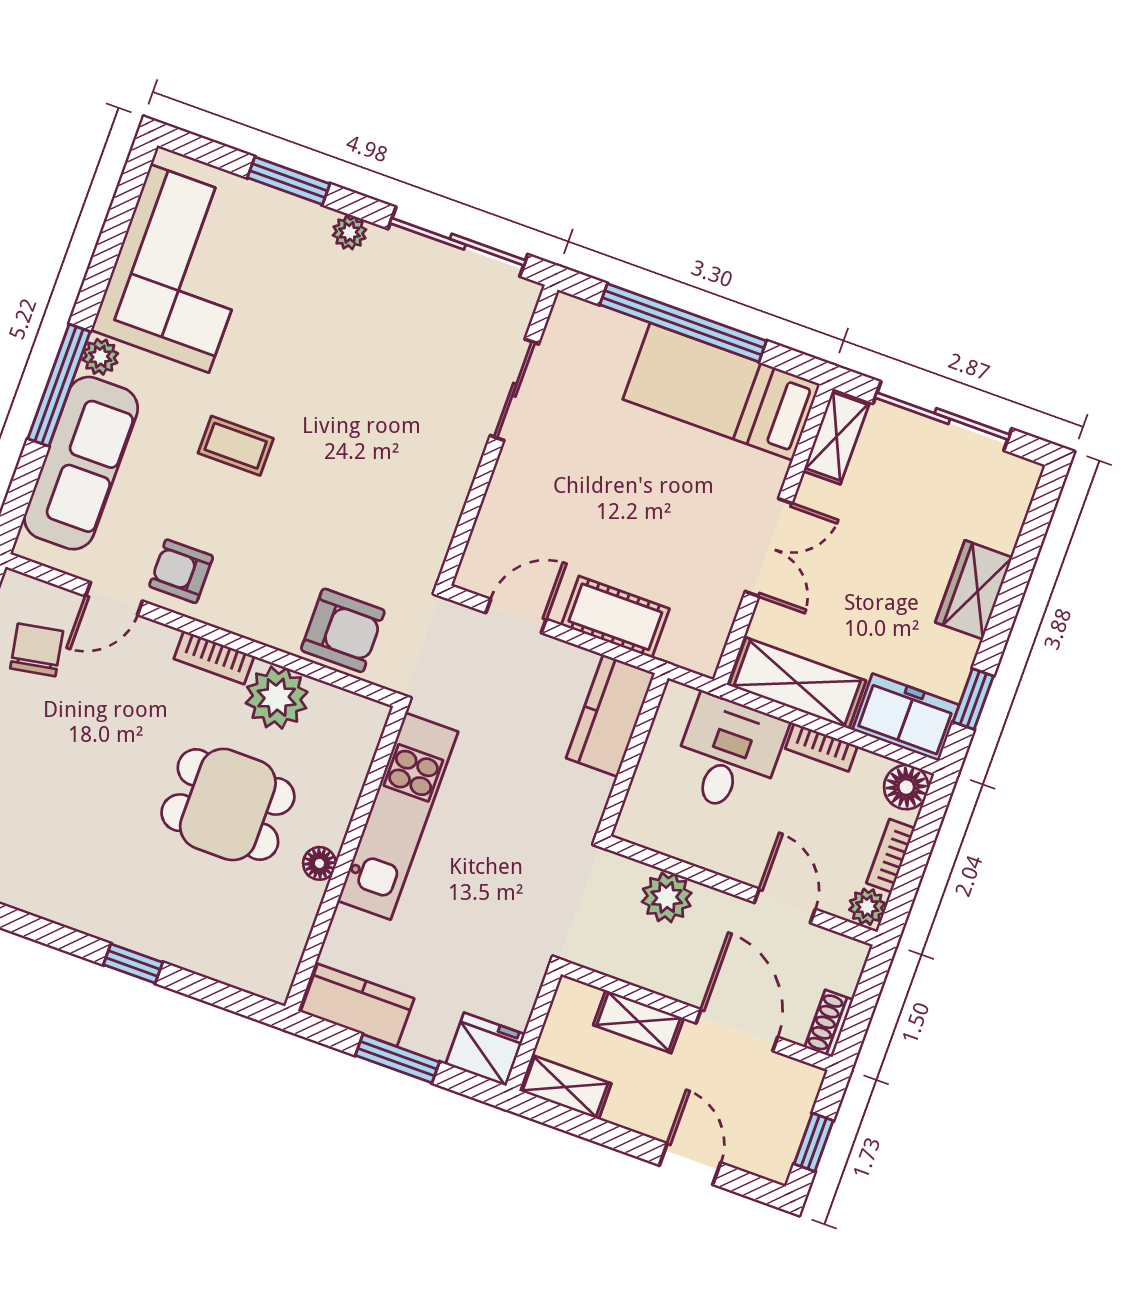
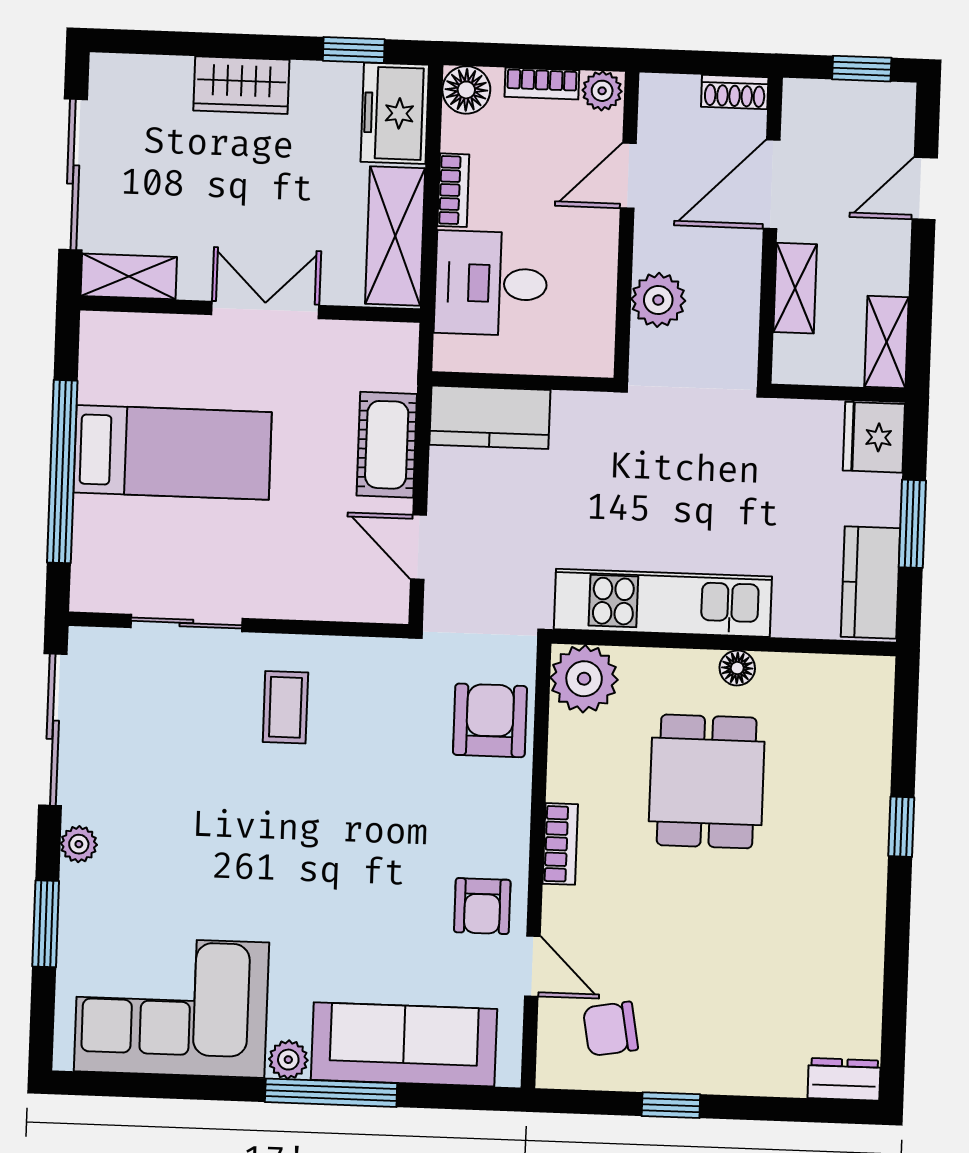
bed: (721, 392) -> (173, 452), moved, turned -90
coffee table: (236, 446) -> (285, 707), moved
plant: (277, 698) -> (584, 679), moved

